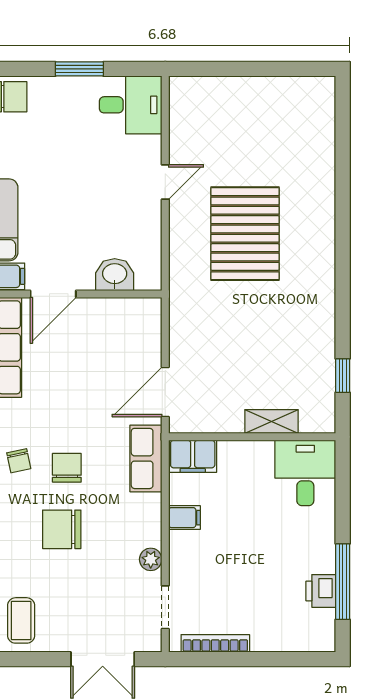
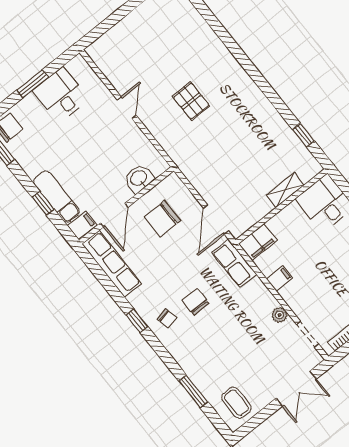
desk: (131, 105) -> (61, 95), moved, turned -90
pallet: (245, 234) -> (191, 101), width x0.49, depth x0.50
chair: (62, 529) -> (162, 219), moved

